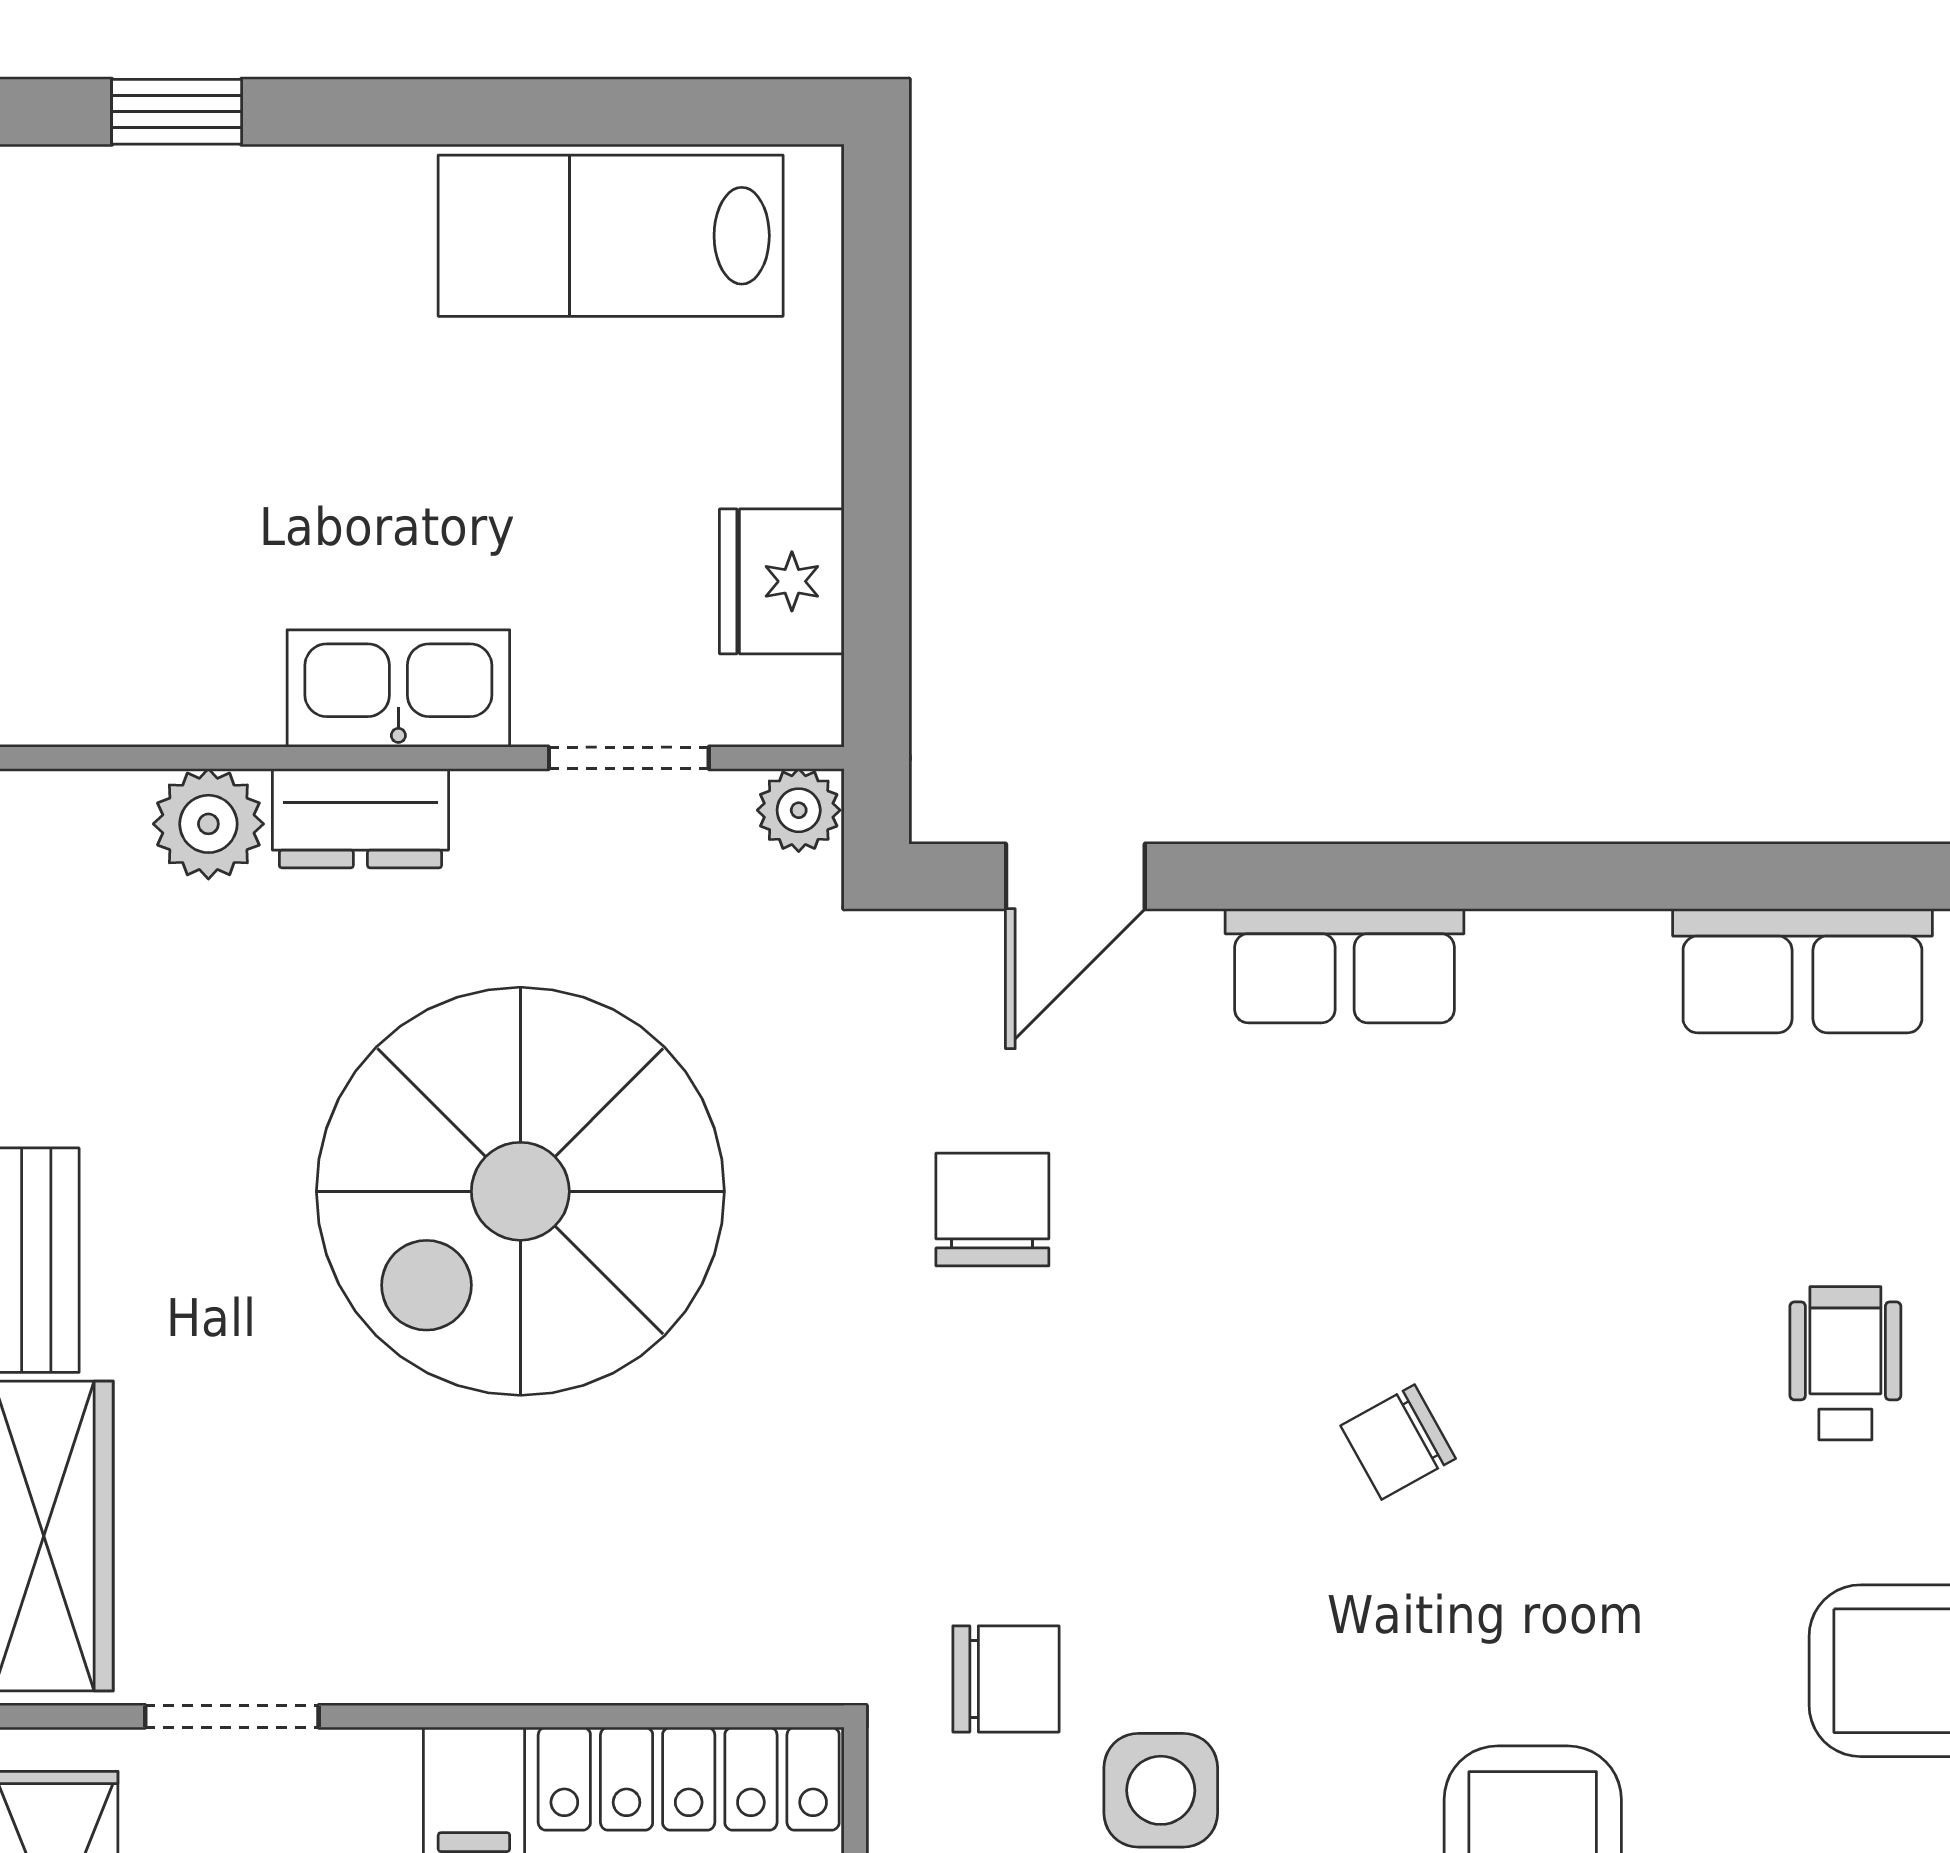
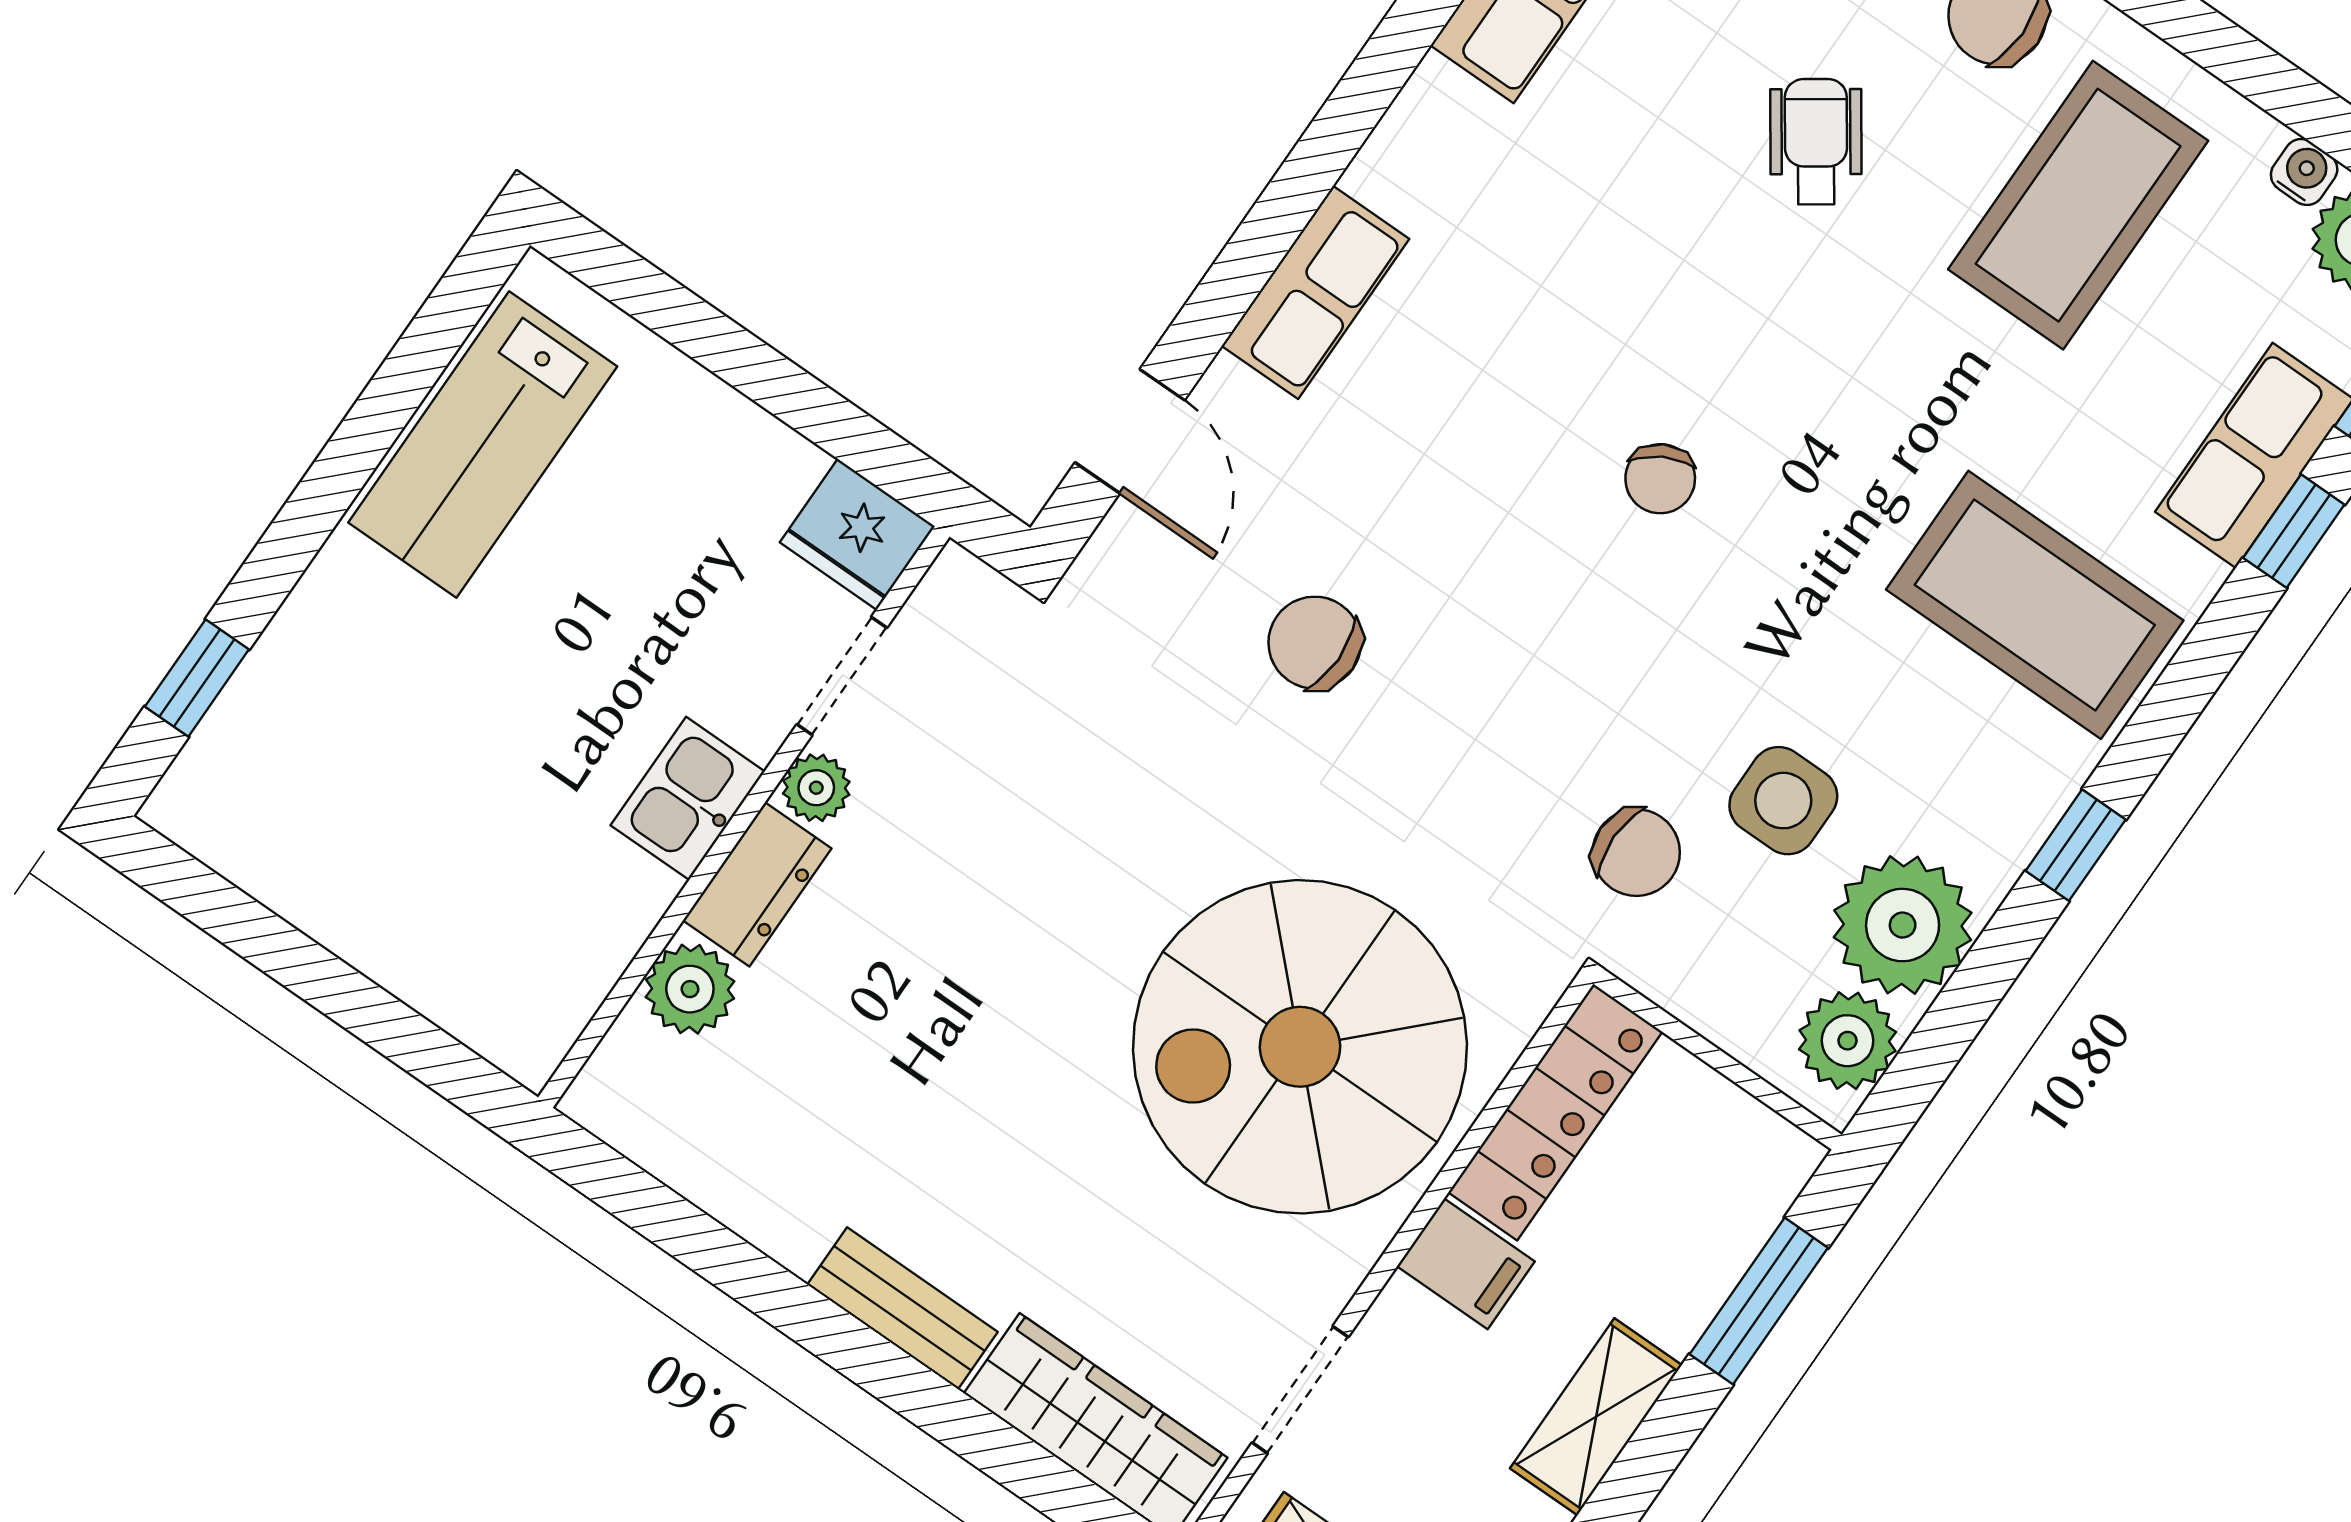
fridge: (782, 581) -> (857, 534), moved
kitchen sink: (398, 688) -> (688, 798), width x0.73
plant: (799, 810) -> (816, 788), moved
spiral stairs: (520, 1191) -> (1300, 1047), moved, turned 90
wheelchair: (1845, 1363) -> (1816, 142), turned 55
chair: (1006, 1679) -> (1636, 853), turned 90

